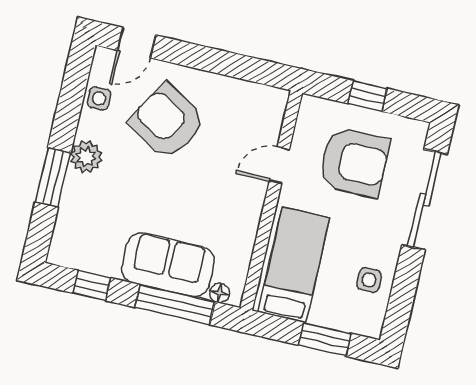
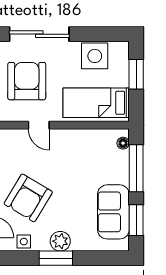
window: (53, 177) -> (56, 258), moved
sofa: (168, 265) -> (113, 212), moved
side table: (369, 280) -> (95, 56), width x1.87, depth x1.87
window: (92, 285) -> (136, 220), width x1.50

